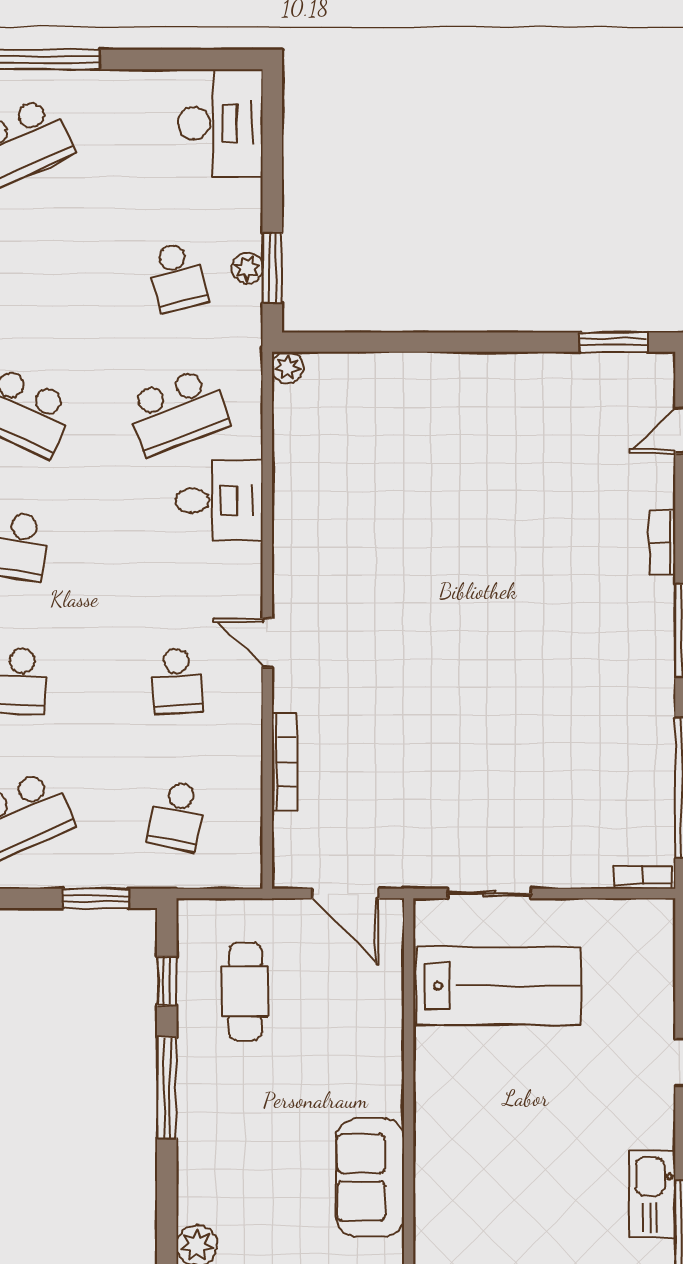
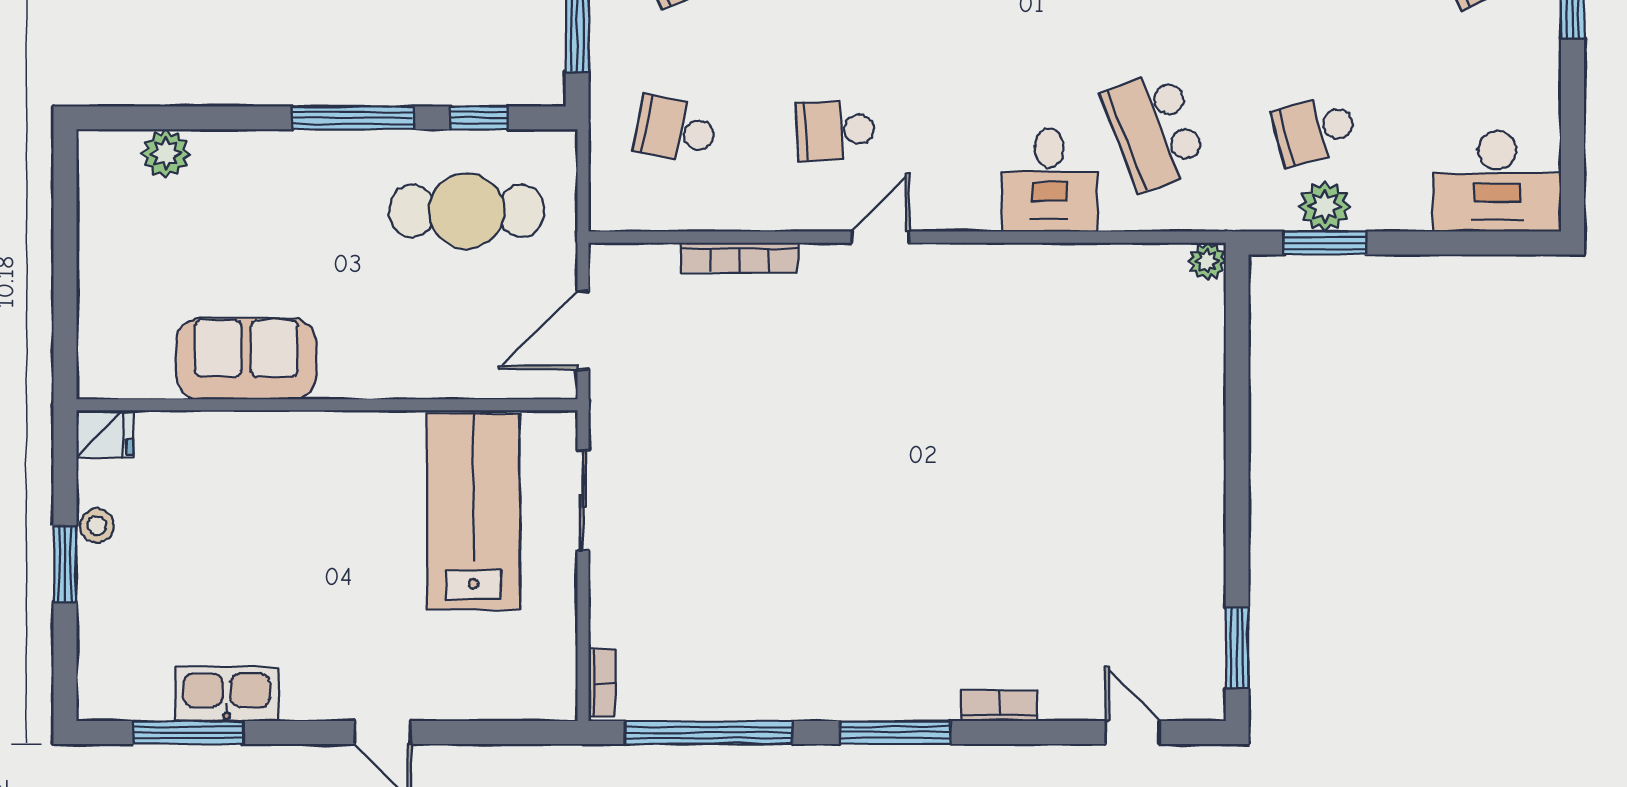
plant: (247, 268) -> (1325, 206), width x1.38, depth x1.38
lab bench: (499, 986) -> (473, 512), turned 180
cafe table: (245, 991) -> (467, 211), width x1.37, depth x1.35

